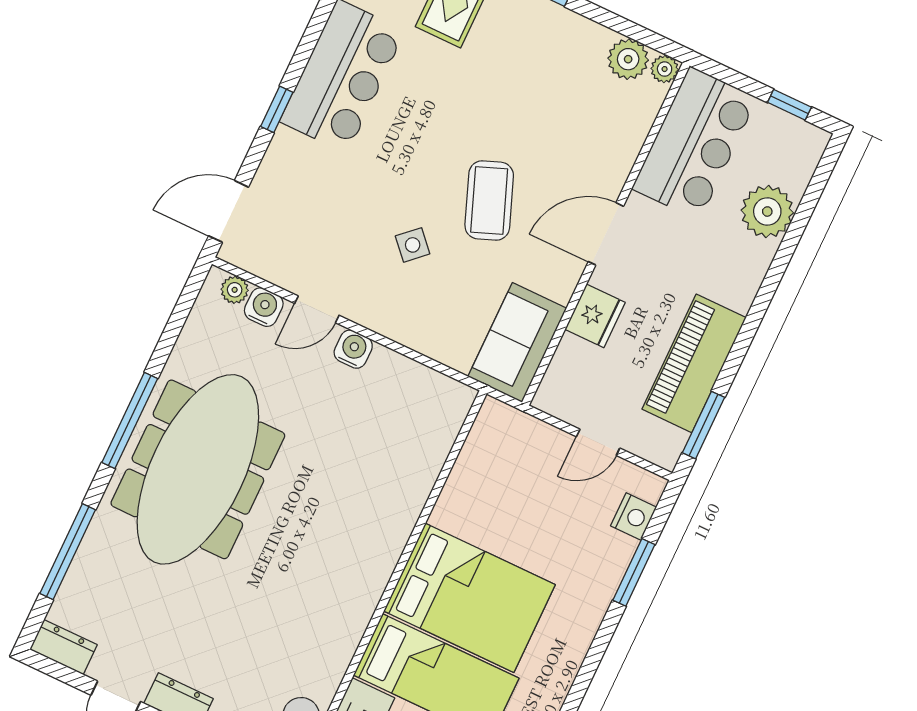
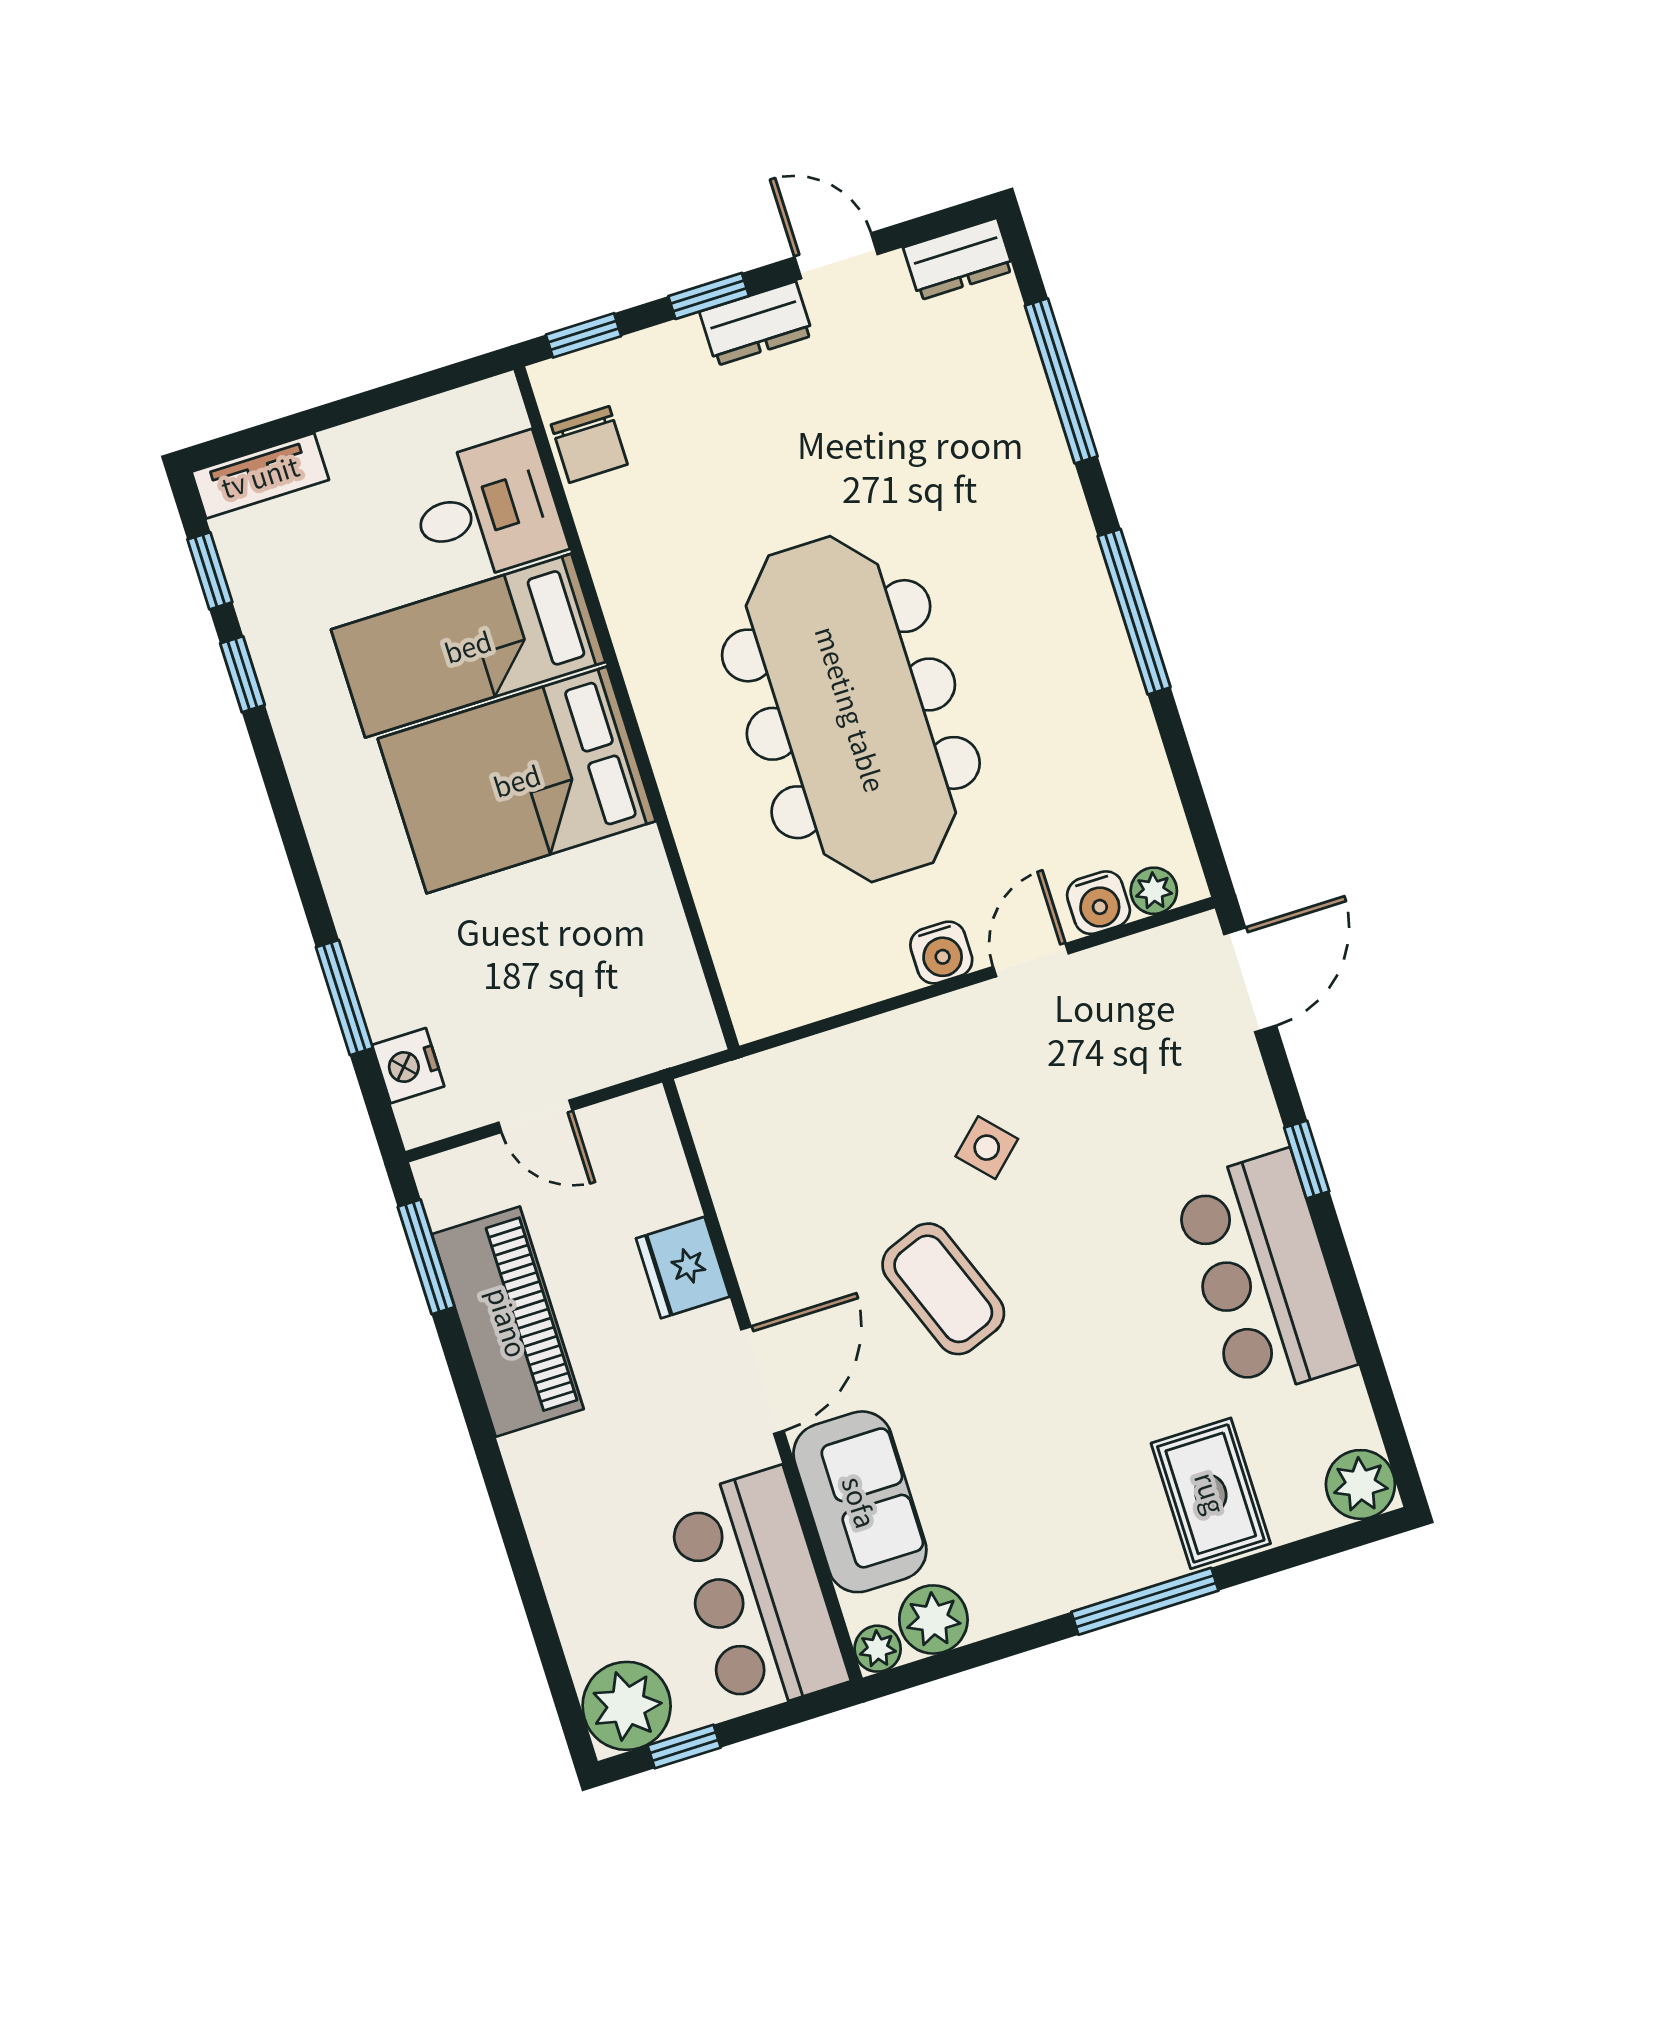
plant: (767, 212) -> (627, 1706), moved
sofa: (517, 342) -> (860, 1502), moved
door: (598, 442) -> (535, 1116), swing flipped
meeting table: (198, 469) -> (851, 709), moved

